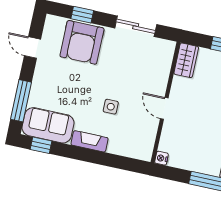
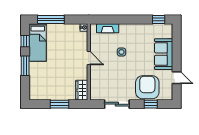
window: (21, 101) -> (177, 44), removed
sofa: (48, 125) -> (164, 54), moved, turned 90
fireplace: (89, 141) -> (108, 28), moved

